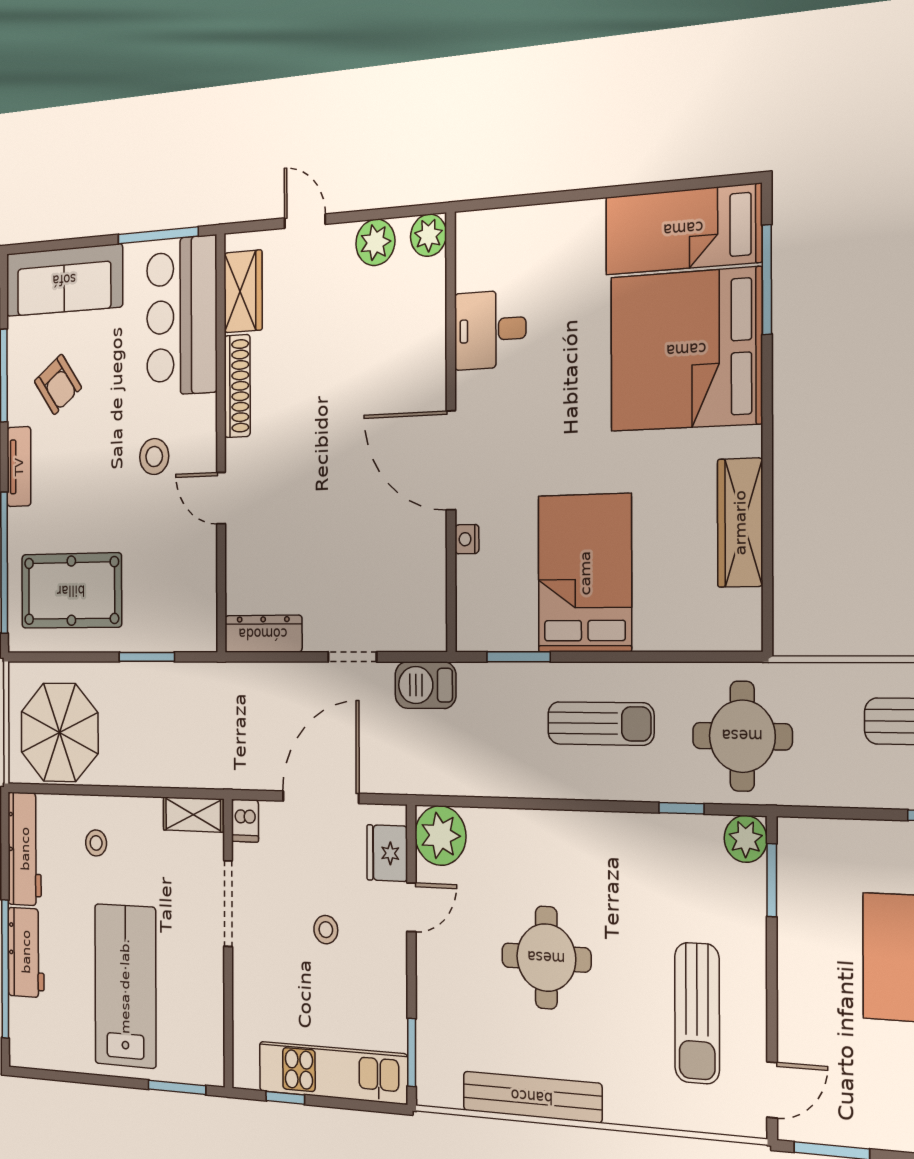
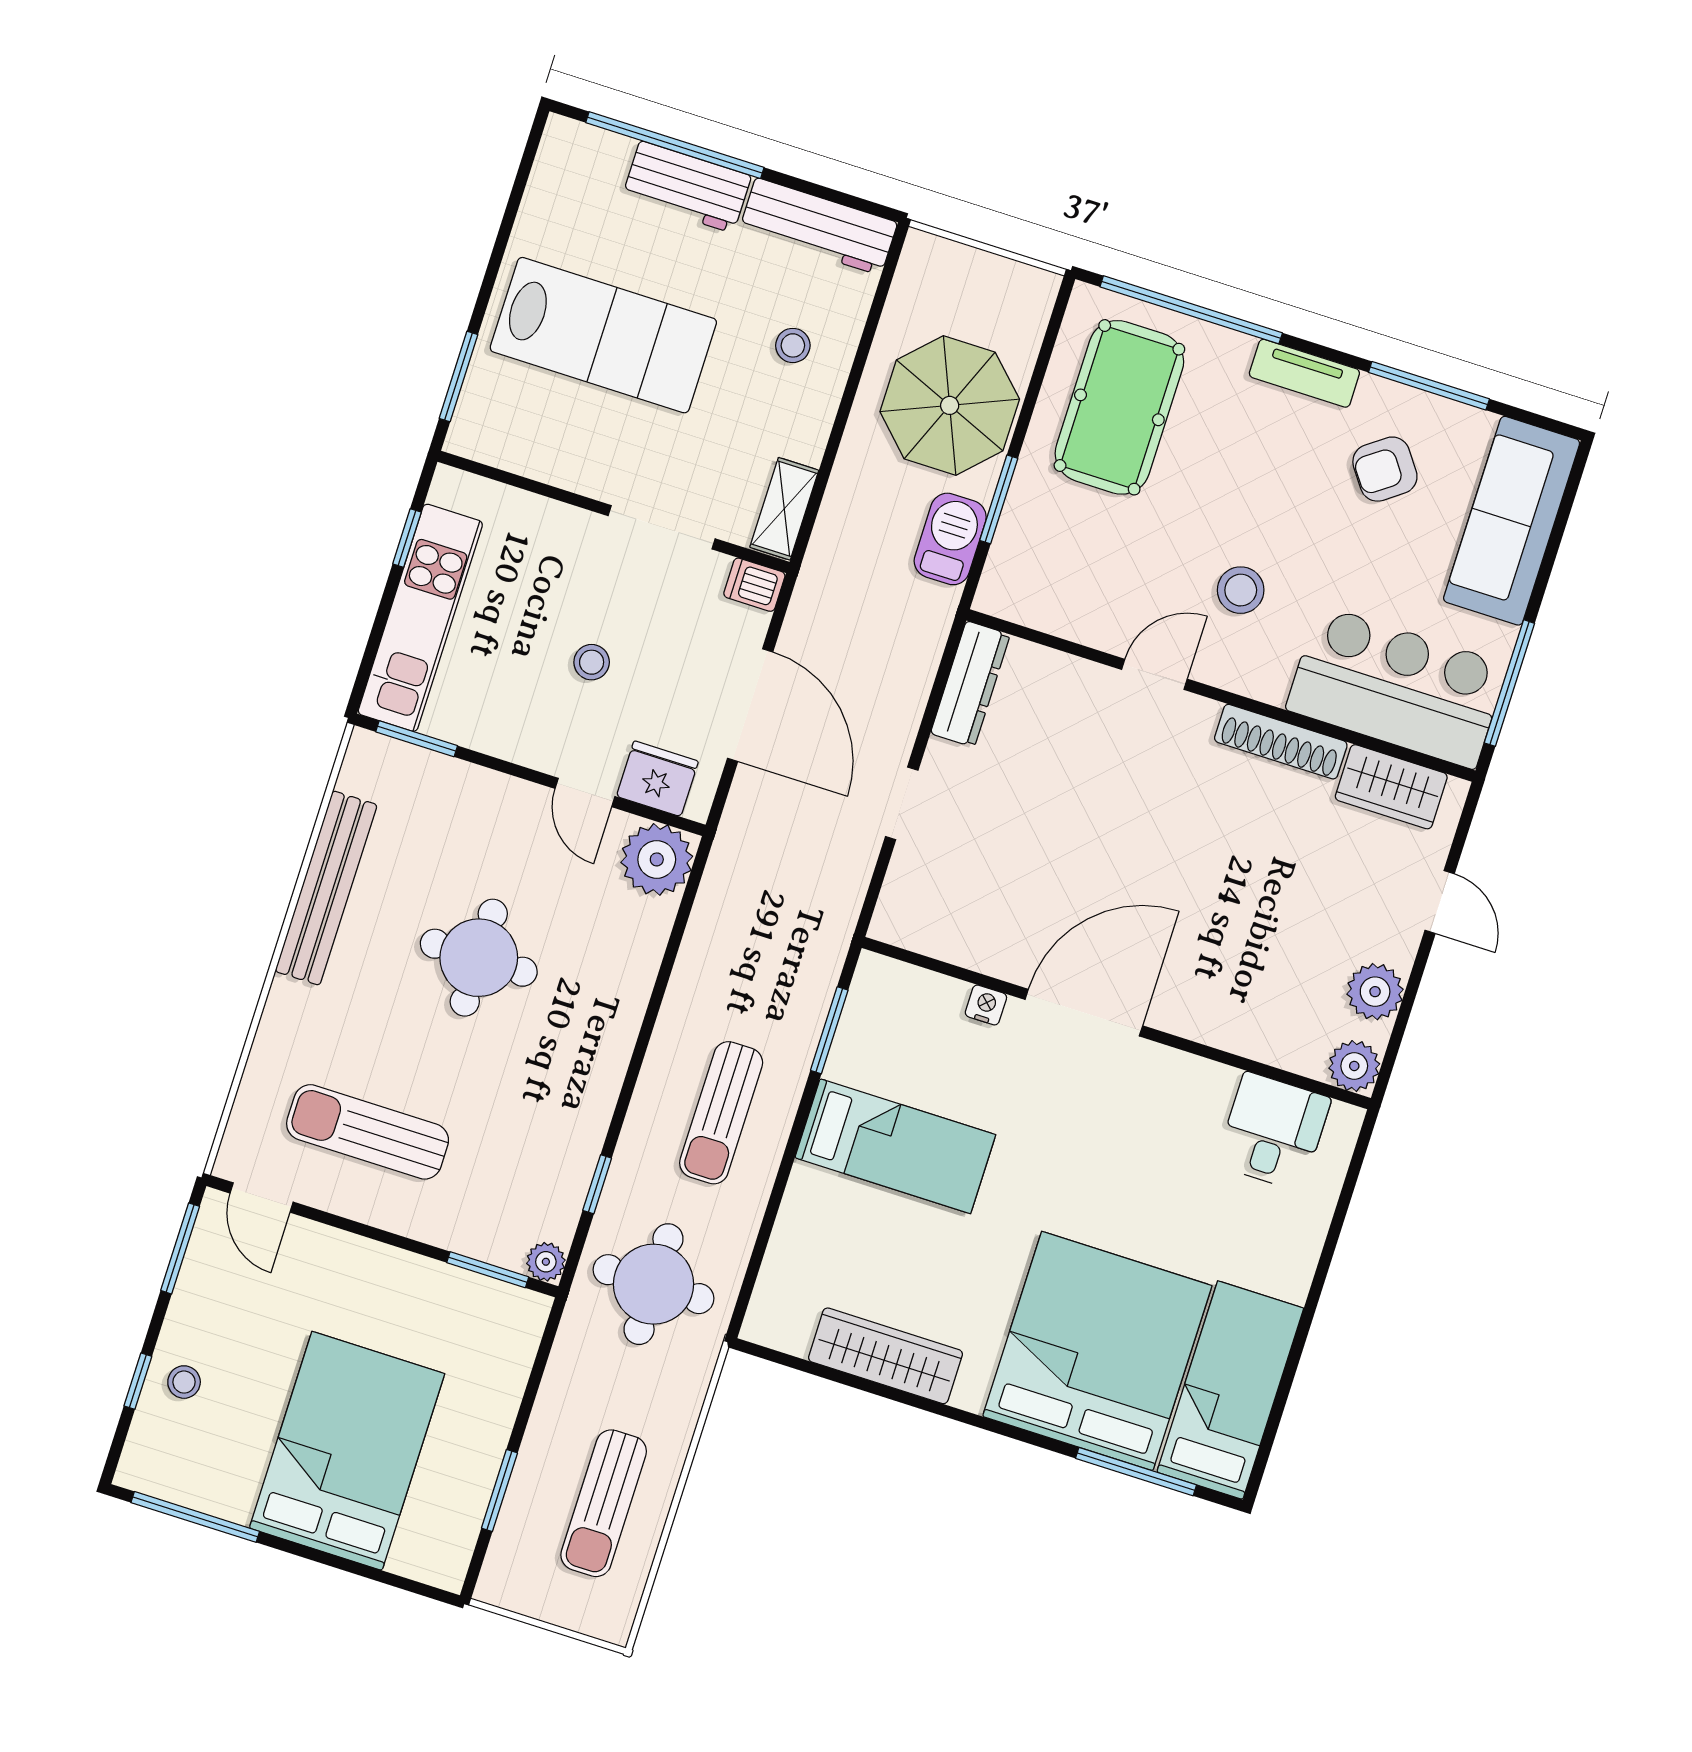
door: (305, 221) -> (1440, 902), hinge flipped
desk: (490, 330) -> (1273, 1131), moved
bed: (585, 573) -> (895, 1146), width x0.67
barbecue: (425, 685) -> (950, 539), moved
parasol: (59, 732) -> (950, 405), moved
plant: (746, 839) -> (546, 1262), width x0.73, depth x0.73

